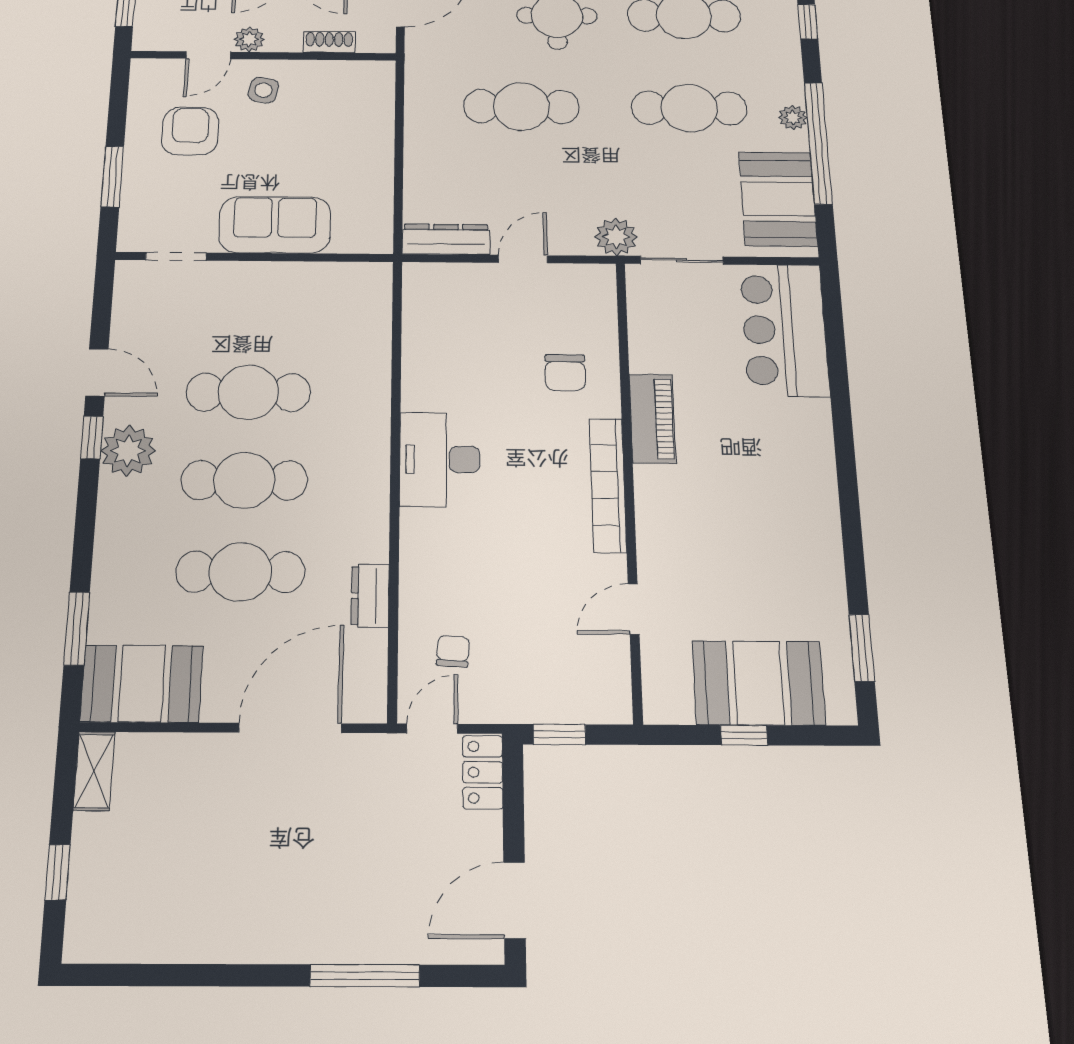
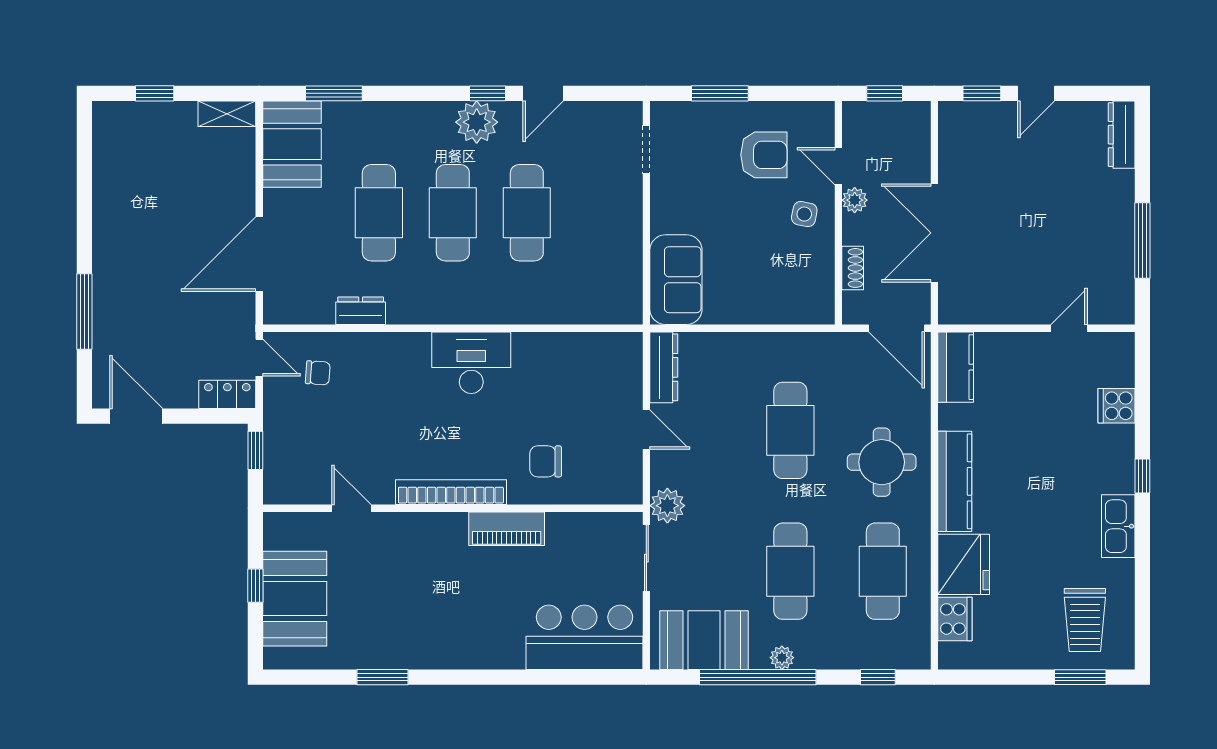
sofa: (275, 225) -> (676, 280), moved
window: (862, 648) -> (383, 677), moved
door: (290, 728) -> (259, 254), swing flipped

